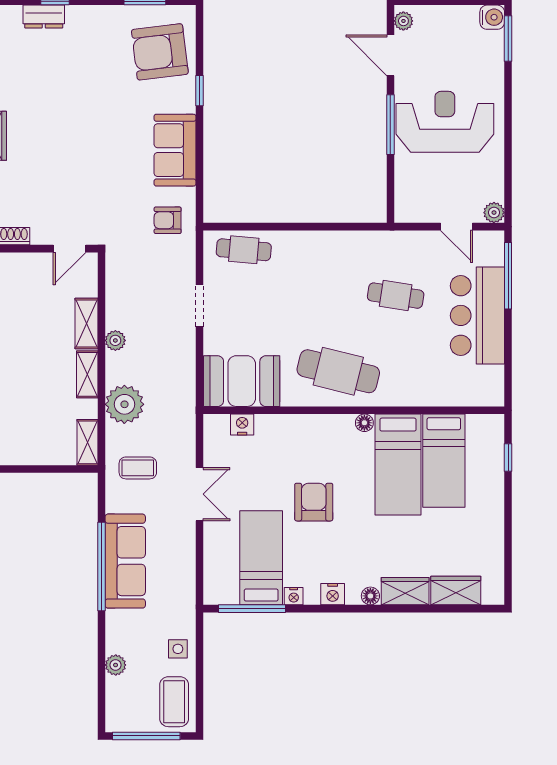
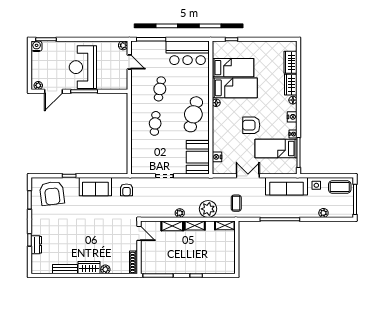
door: (457, 227) -> (129, 62), hinge flipped
cafe table: (244, 250) -> (155, 123), moved
bar counter: (477, 315) -> (188, 53), moved
sofa: (125, 561) -> (286, 186), moved, turned 180

